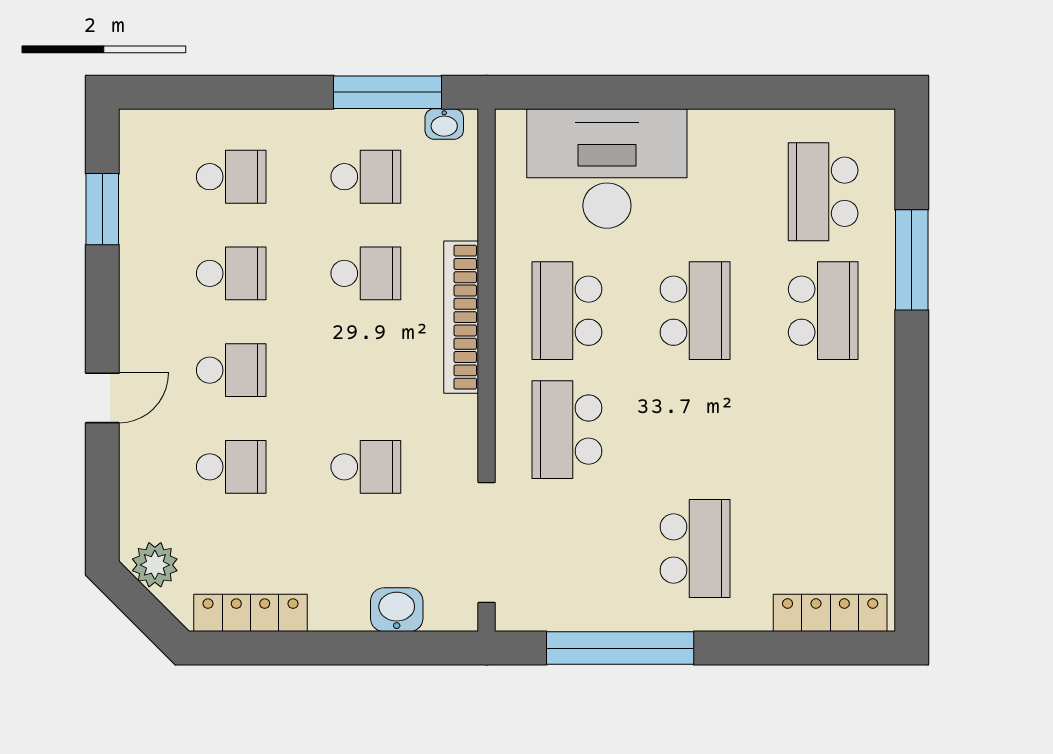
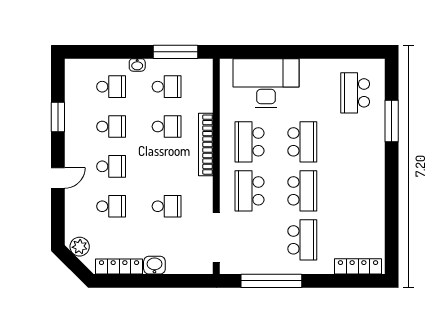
washbasin: (444, 124) -> (137, 65), moved
window: (102, 209) -> (58, 117), moved
school desk: (823, 311) -> (302, 191), moved
washbasin: (397, 610) -> (154, 265), moved

